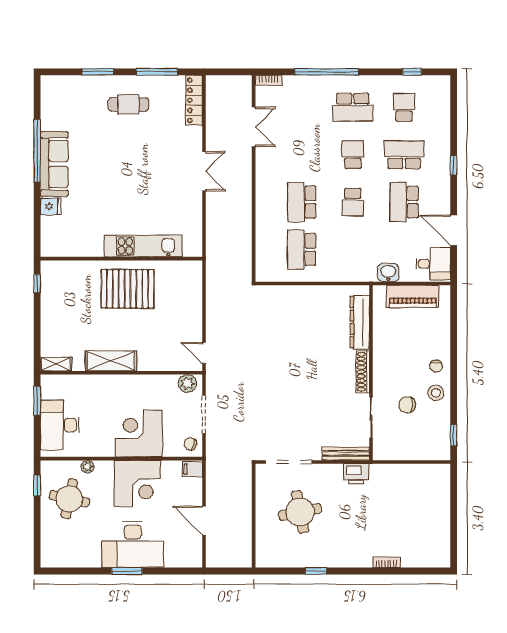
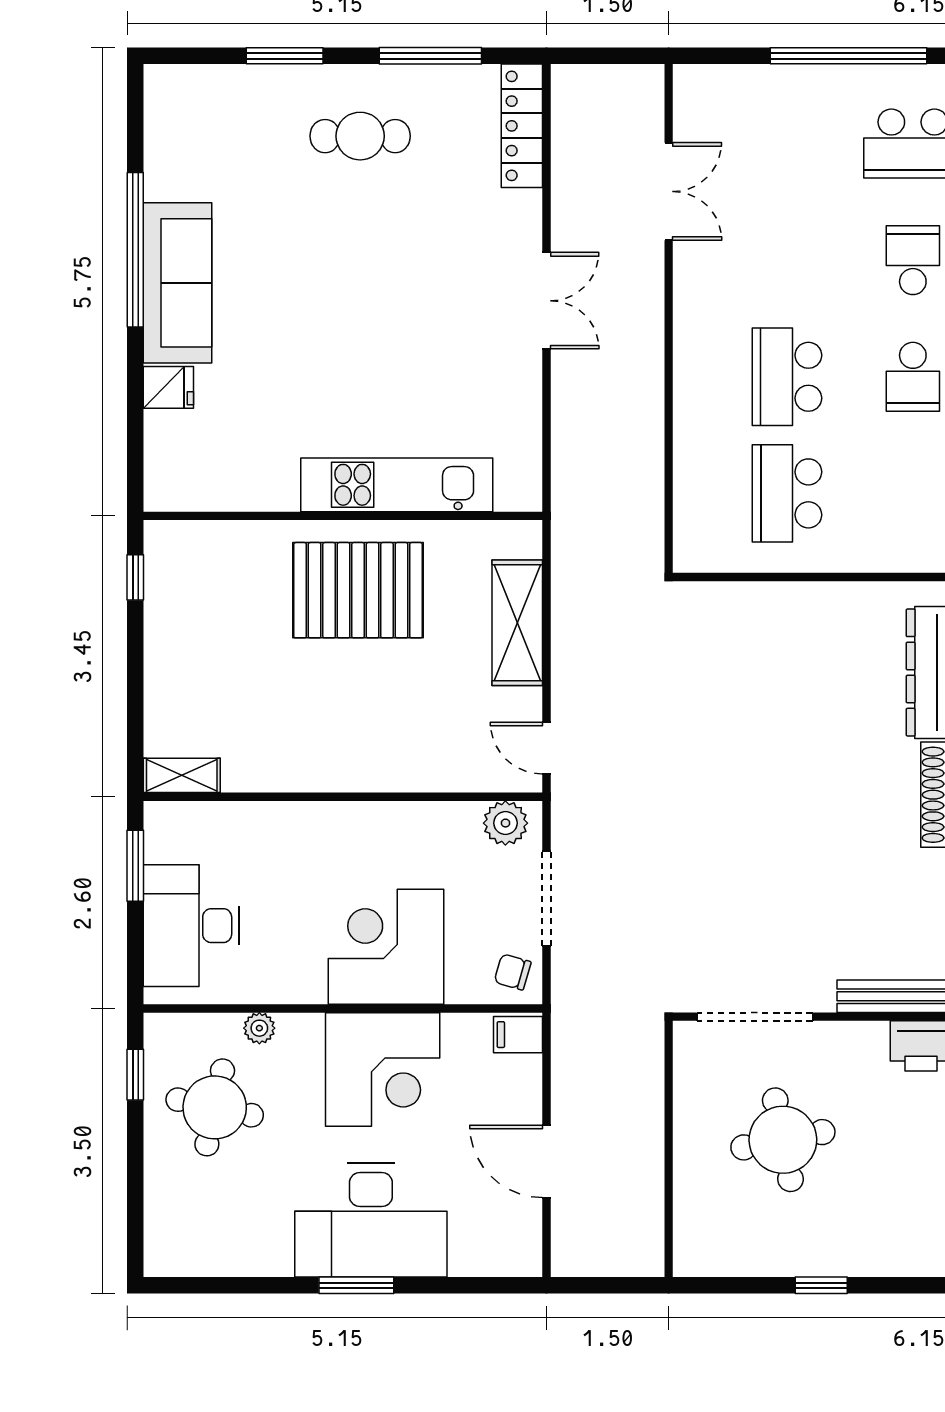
bookcase: (268, 80) -> (705, 77), removed
shelving: (111, 361) -> (517, 623), moved, turned 90

